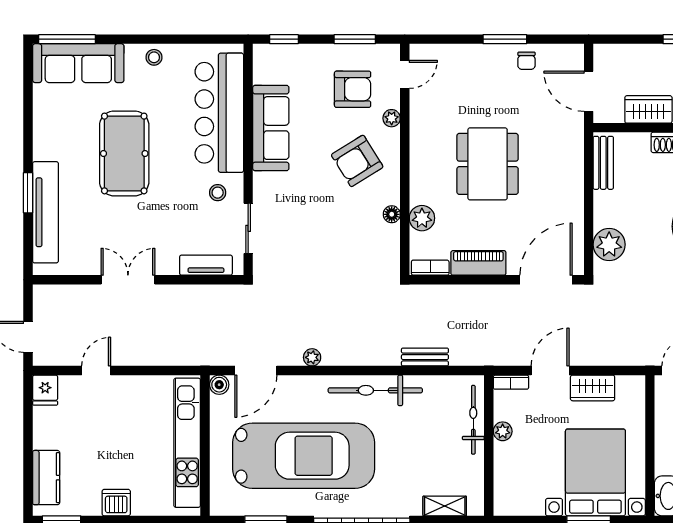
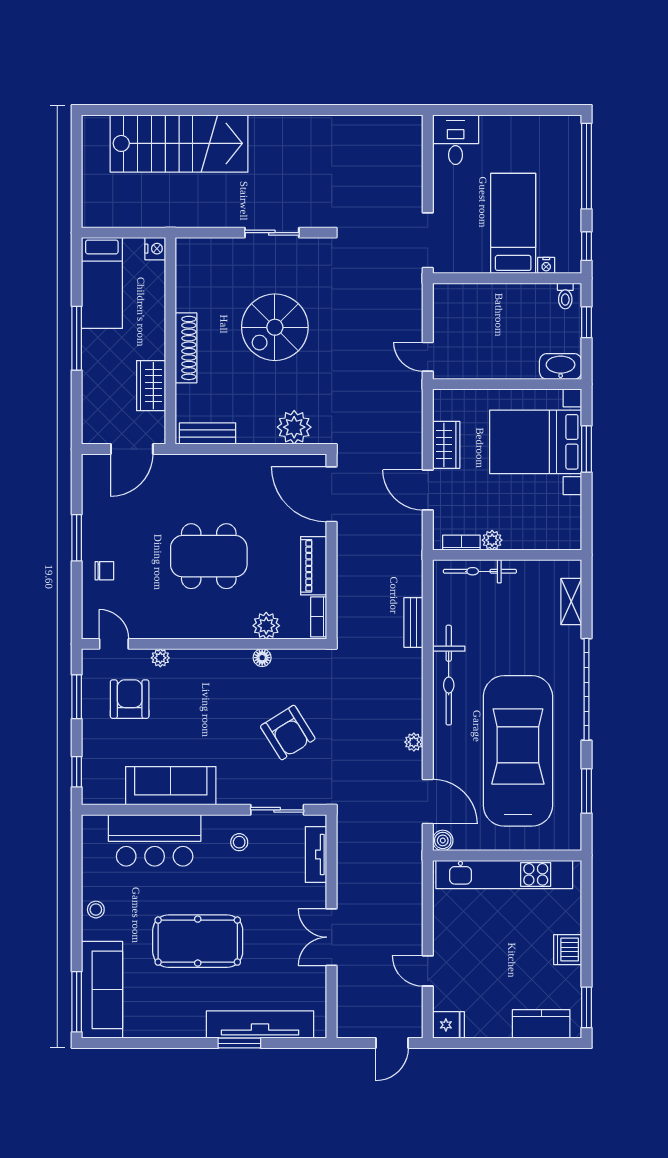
chair: (526, 61) -> (104, 571), moved
bar counter: (219, 113) -> (155, 840), width x0.73
armchair: (357, 161) -> (288, 733), moved
bookcase: (511, 382) -> (461, 543), moved, turned -90

